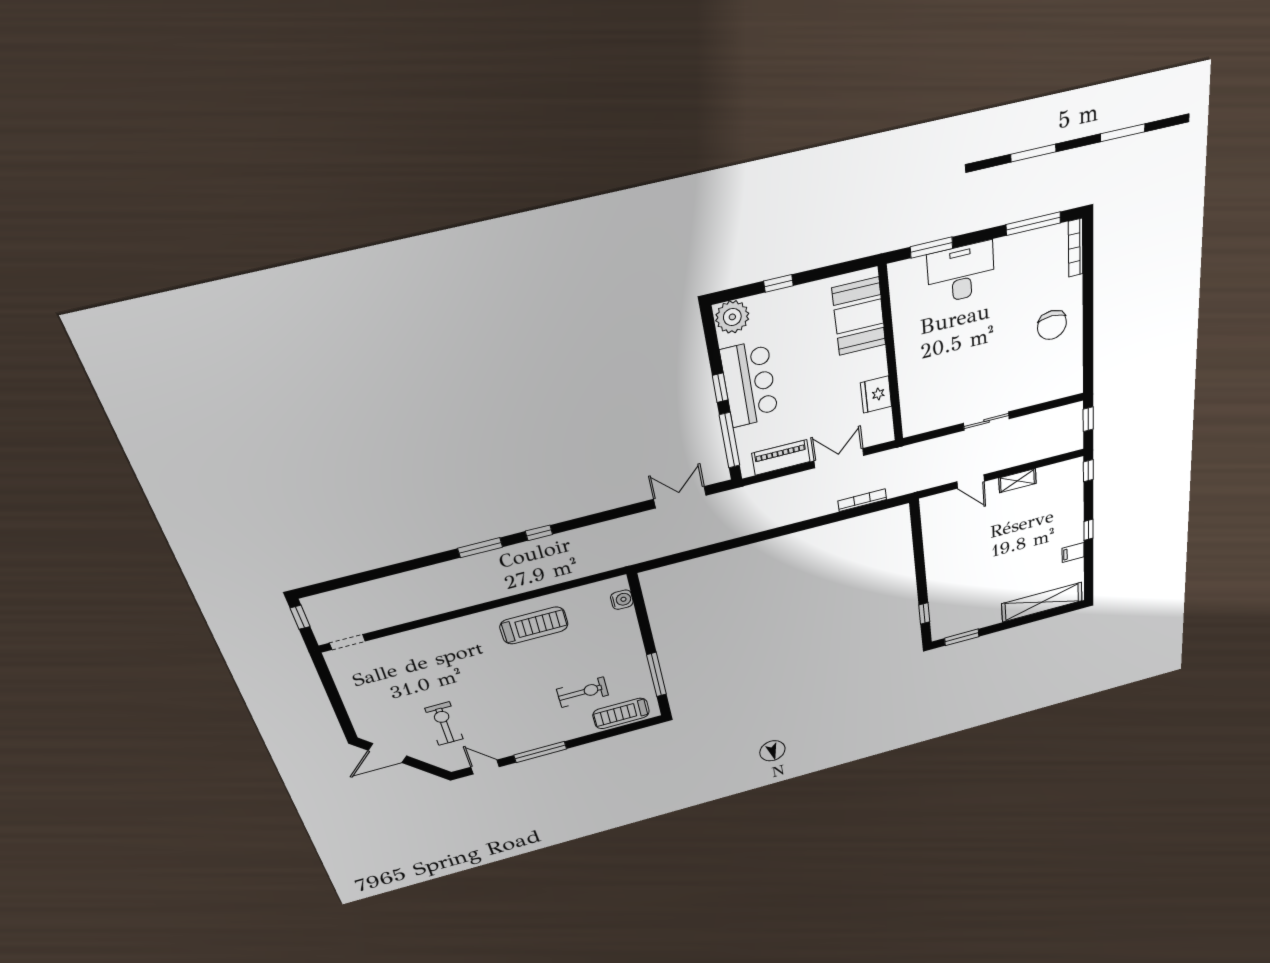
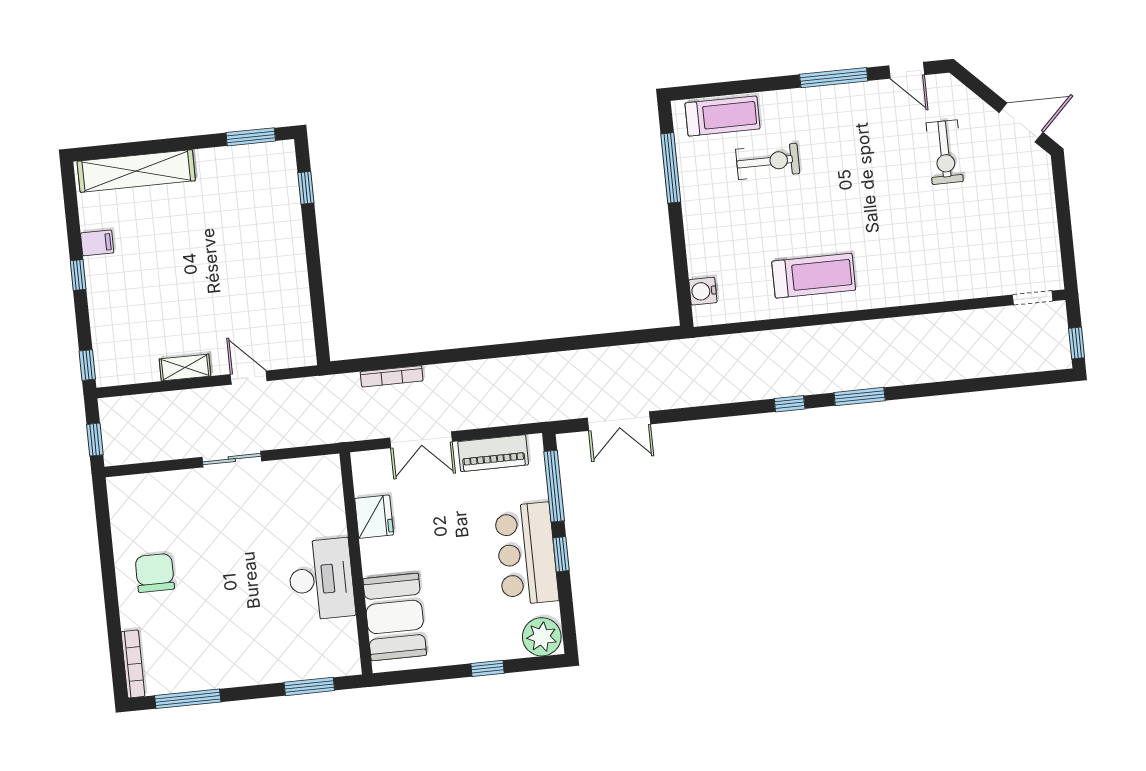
desk: (961, 273) -> (321, 579), moved, turned -90
treadmill: (534, 625) -> (814, 276), turned 180
exercise bike: (583, 692) -> (768, 161), turned 180

